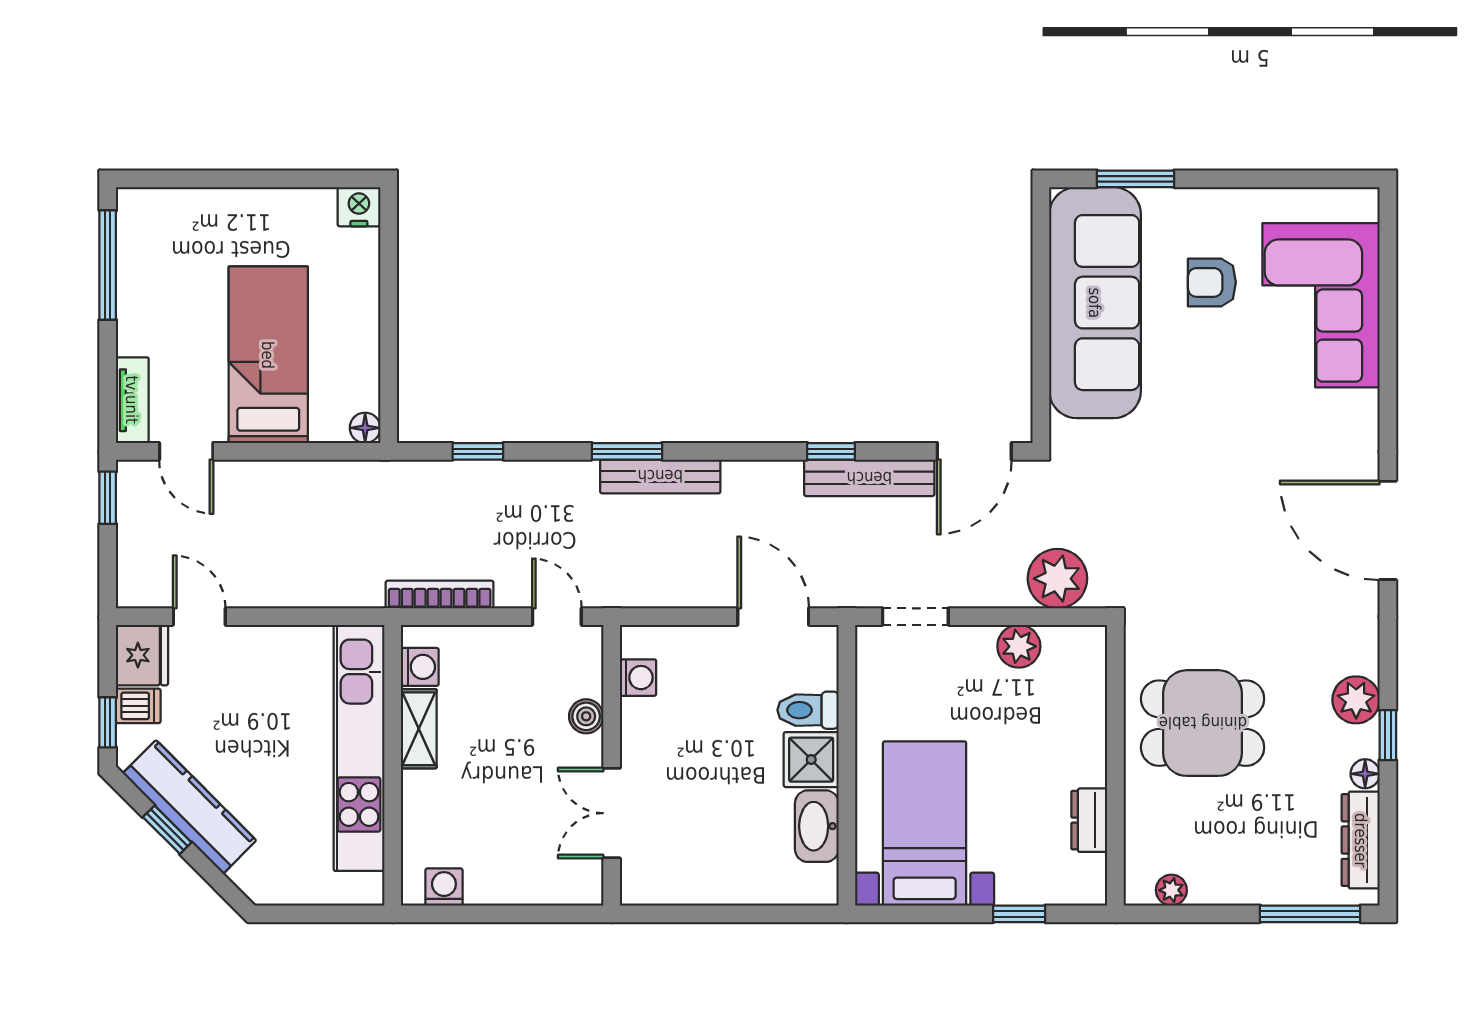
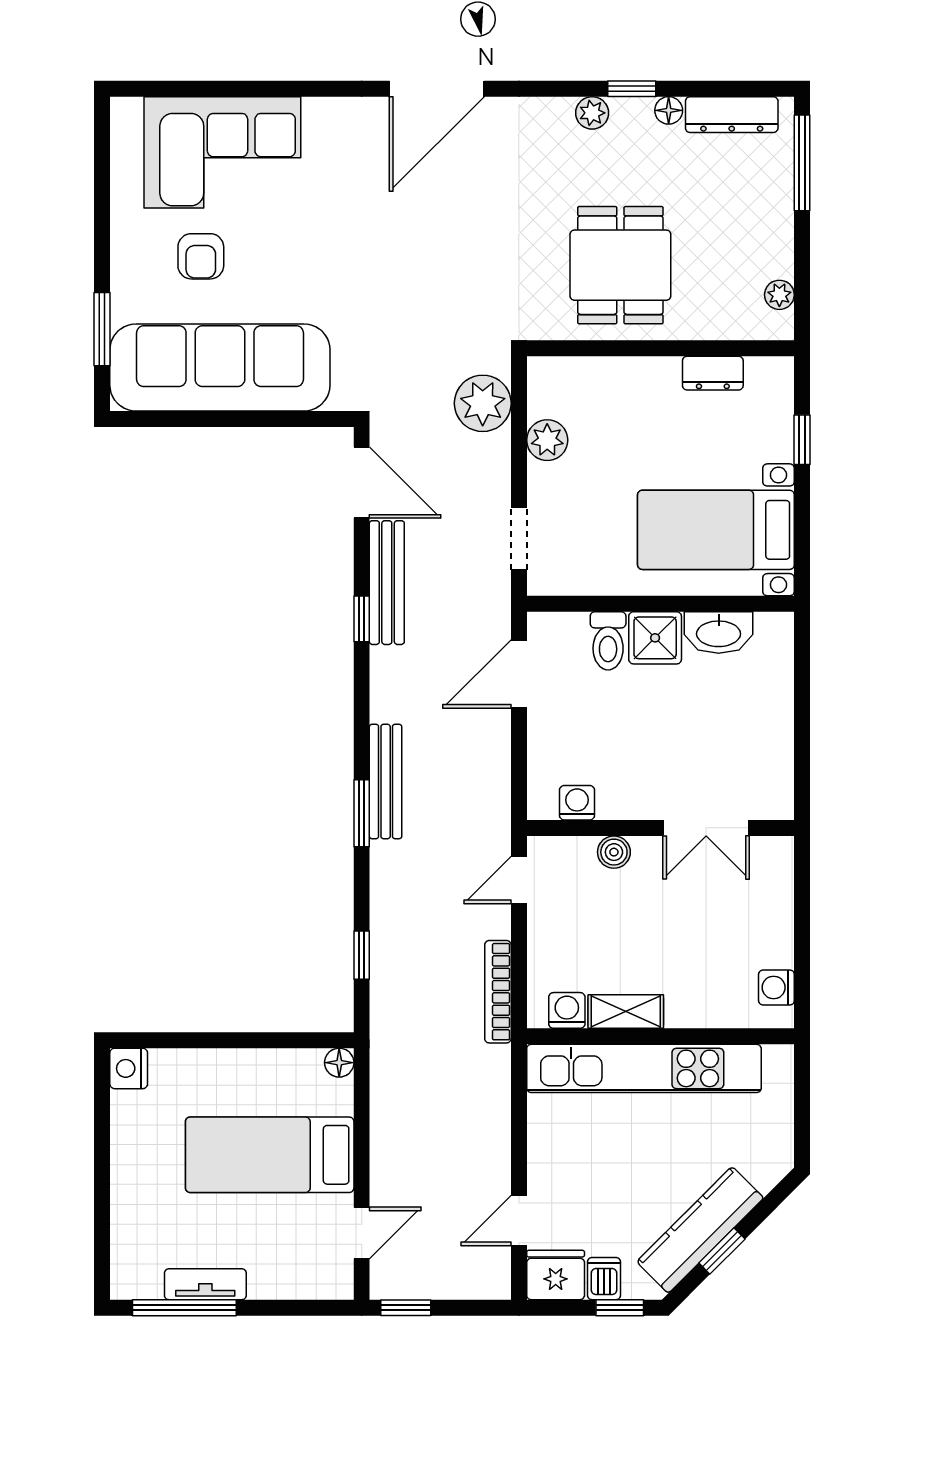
tv unit: (132, 400) -> (205, 1284), moved
plant: (1356, 700) -> (592, 113), width x0.73, depth x0.73

